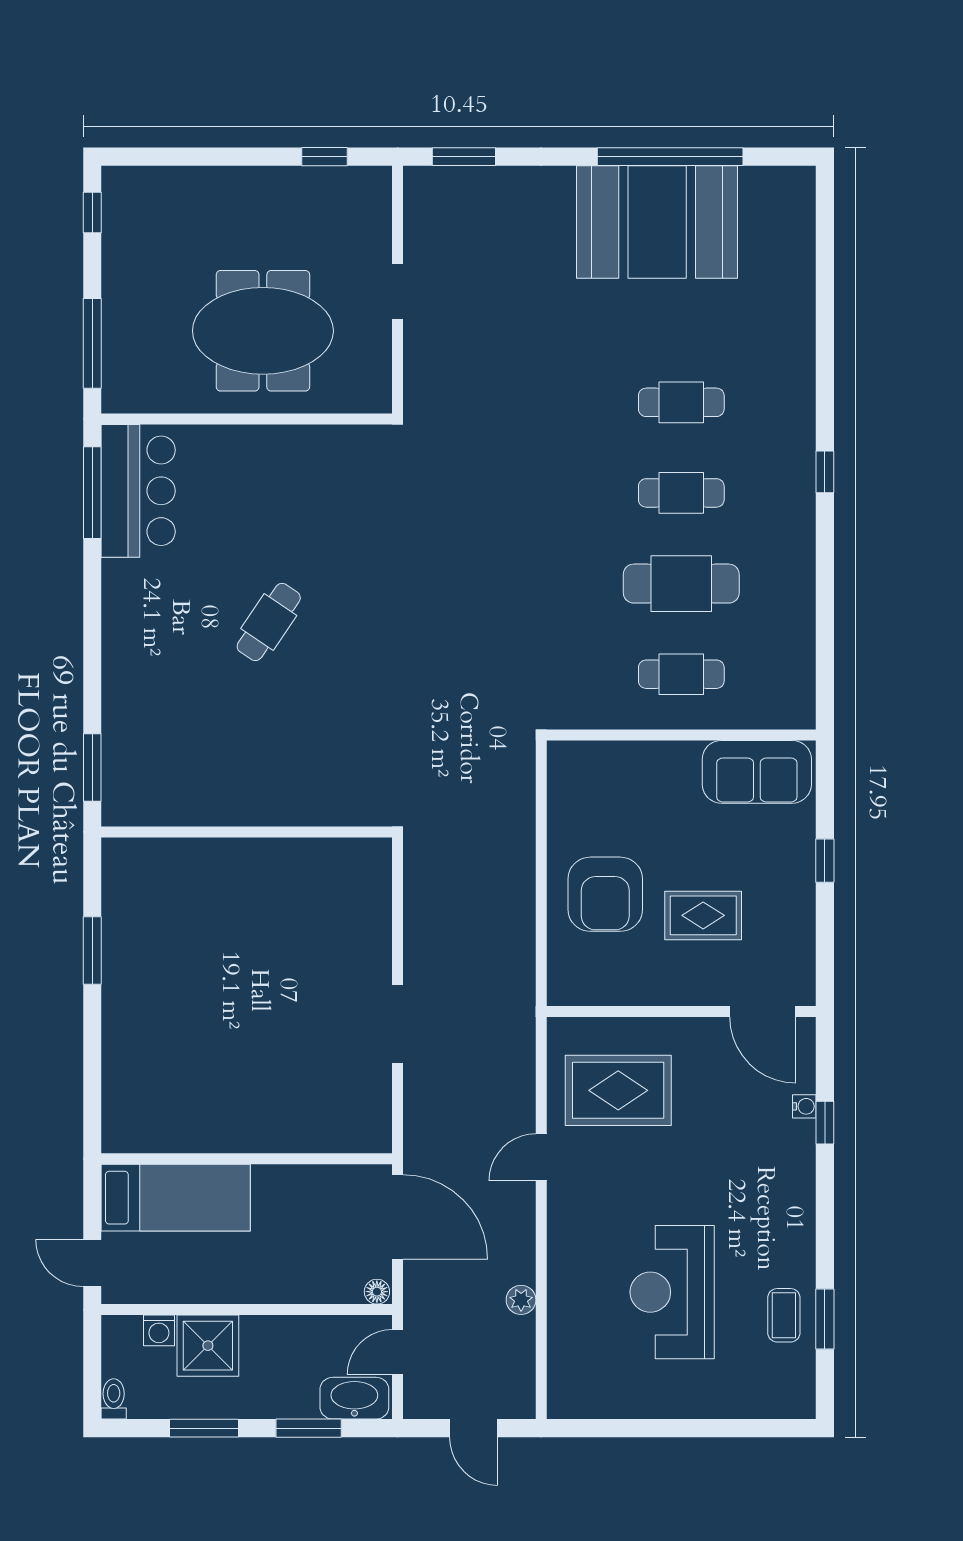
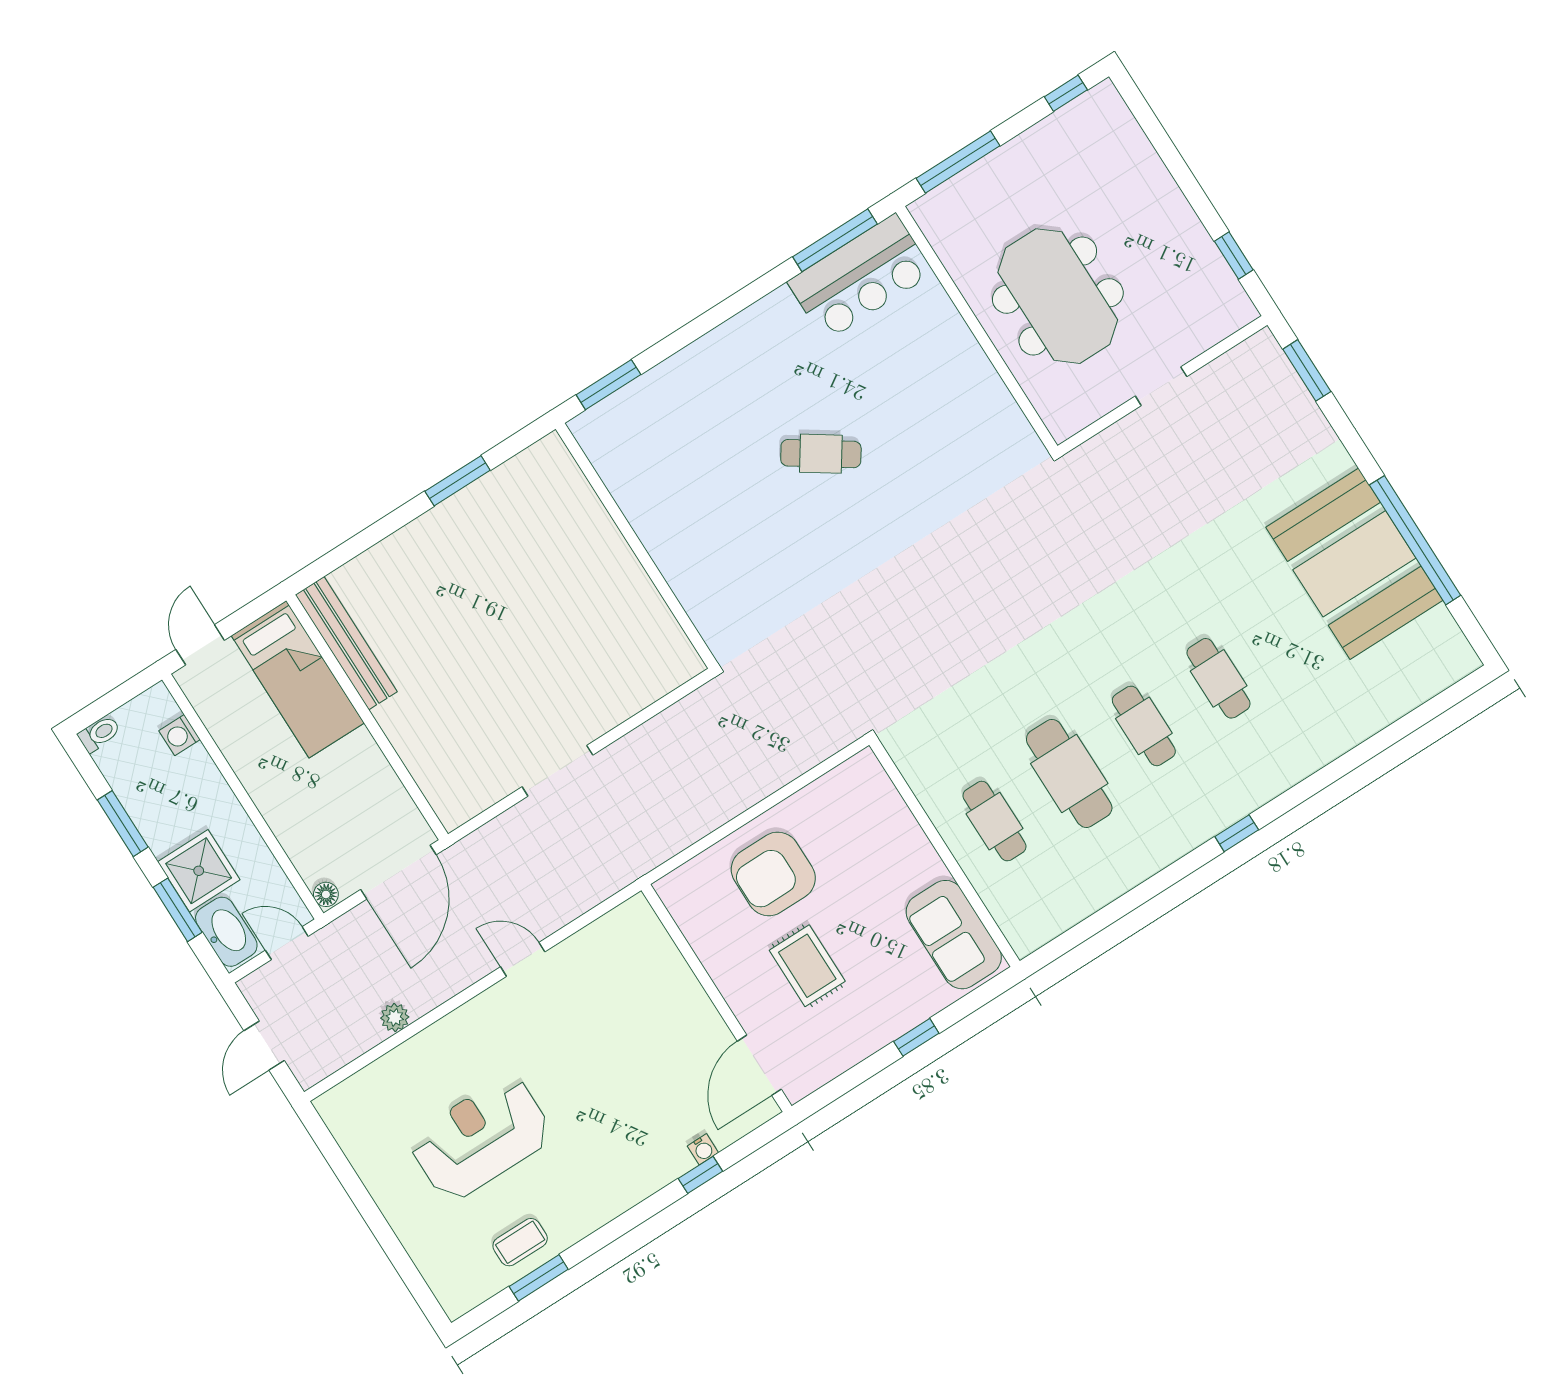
rug: (618, 1090) -> (619, 987), removed
bench: (171, 1136) -> (346, 643), added
shower: (208, 1346) -> (199, 871), moved

